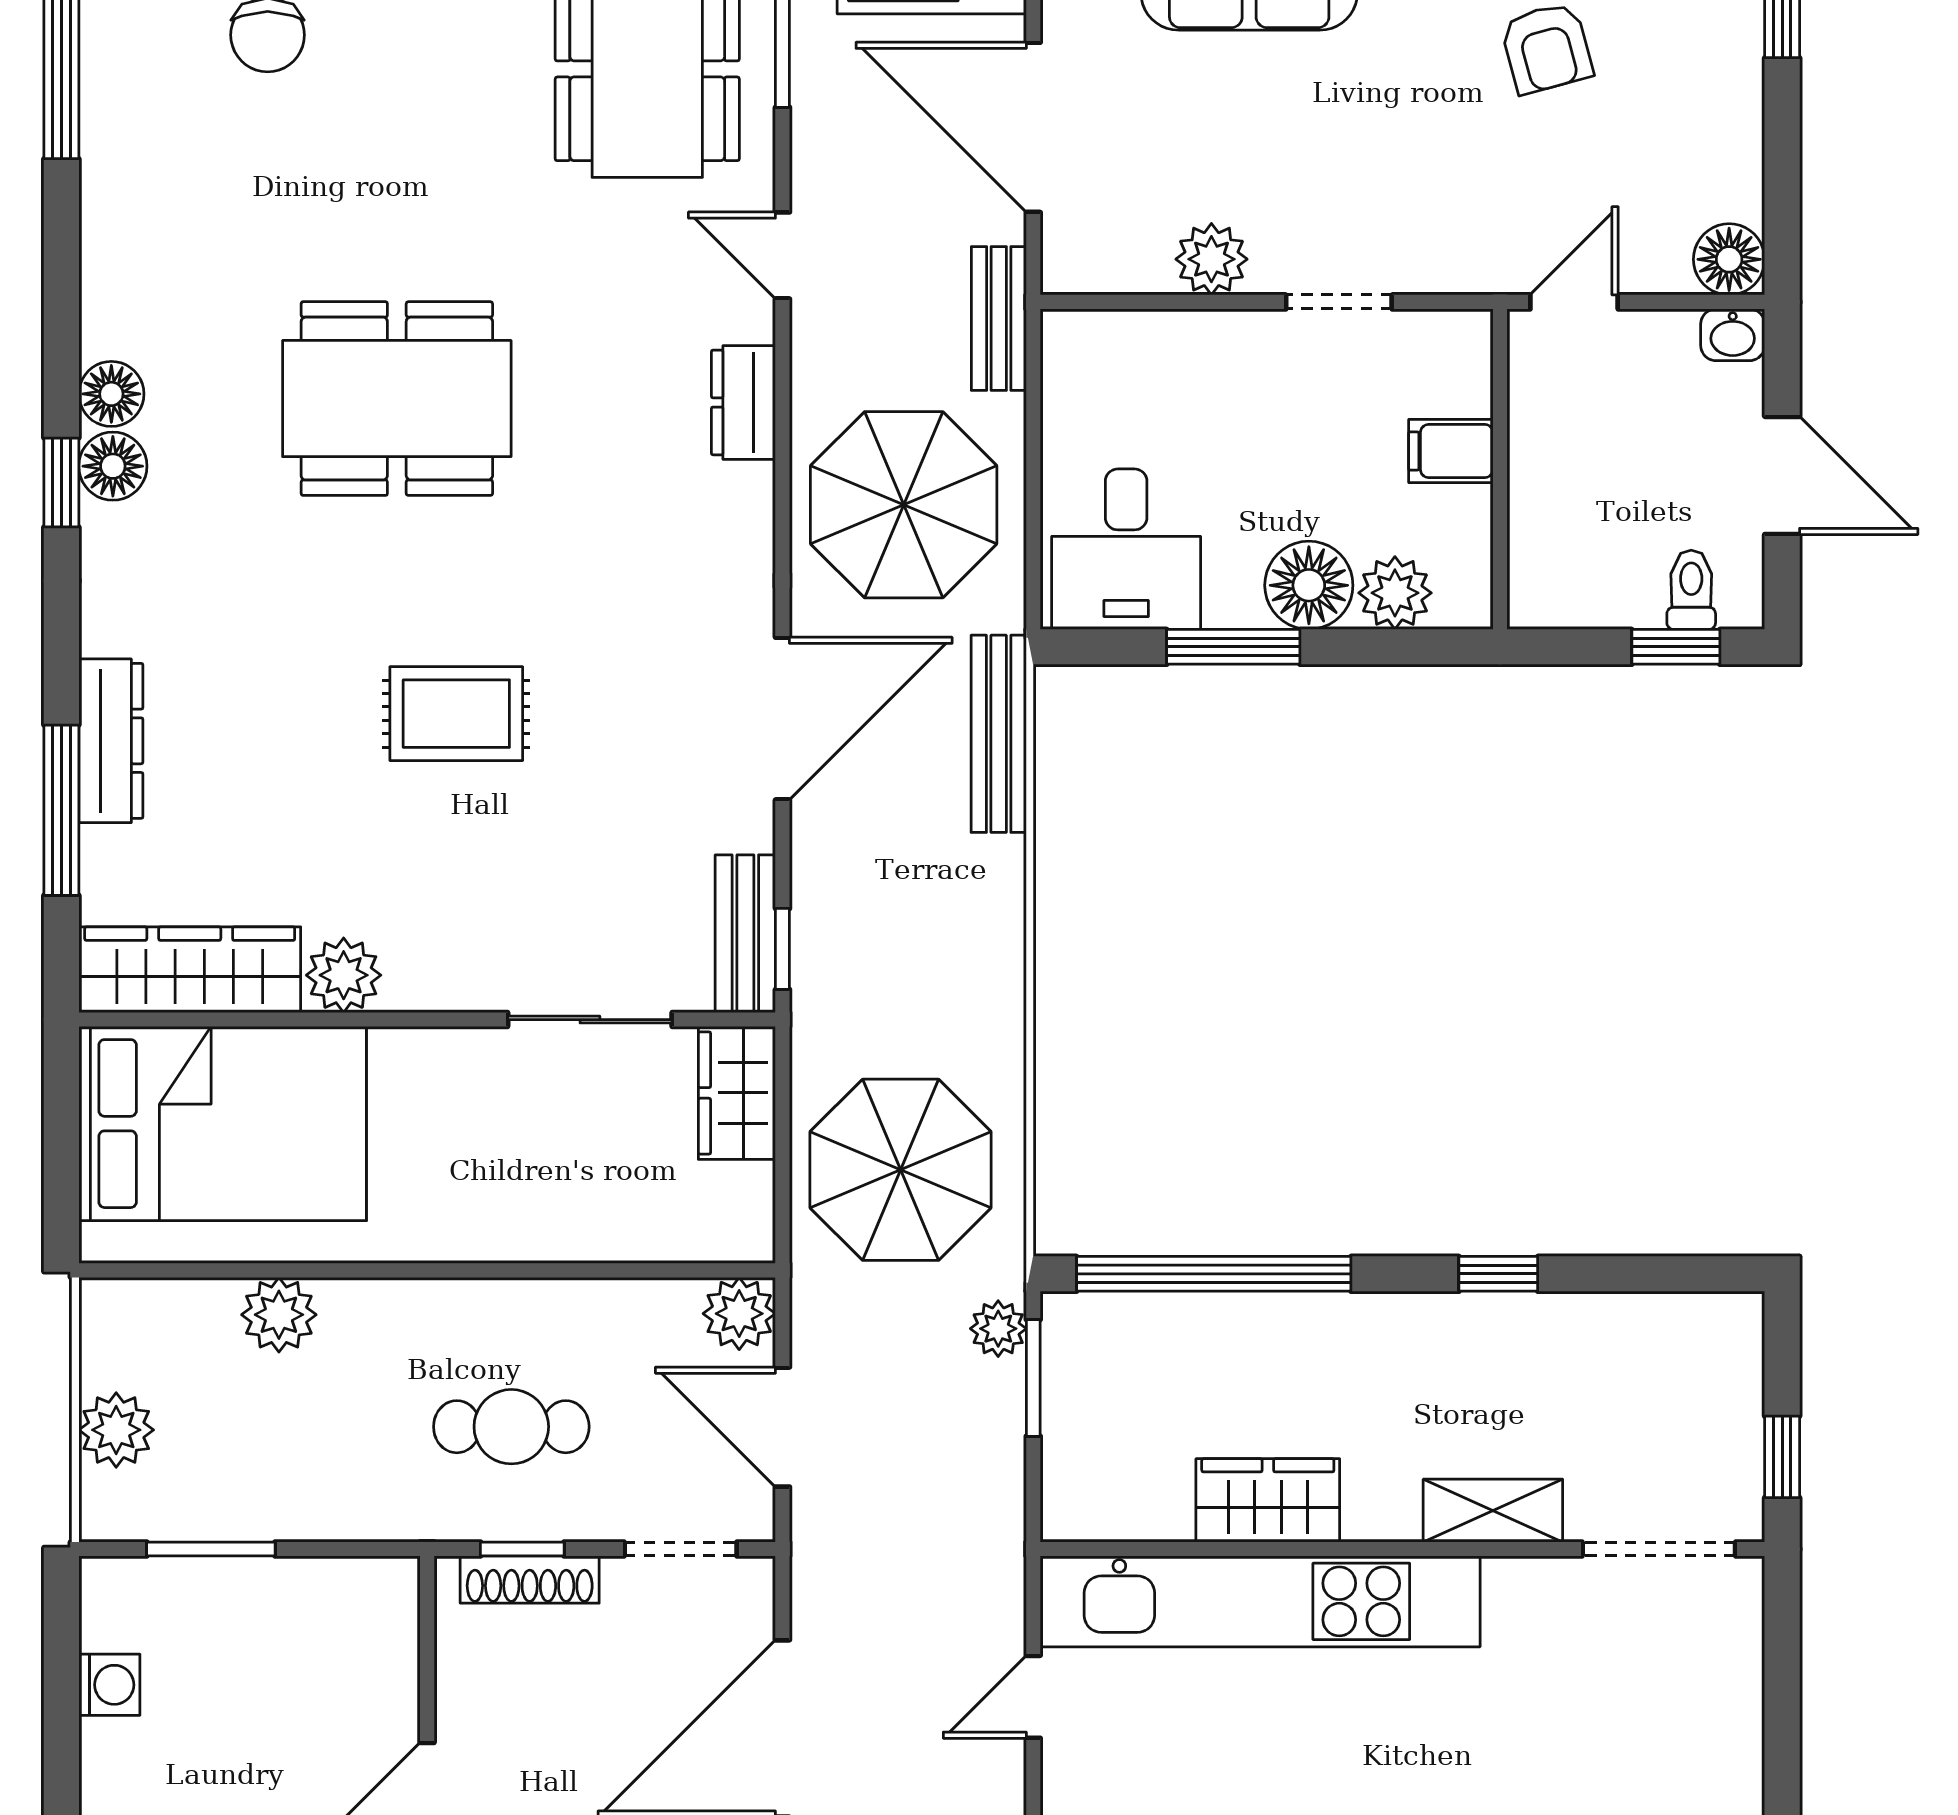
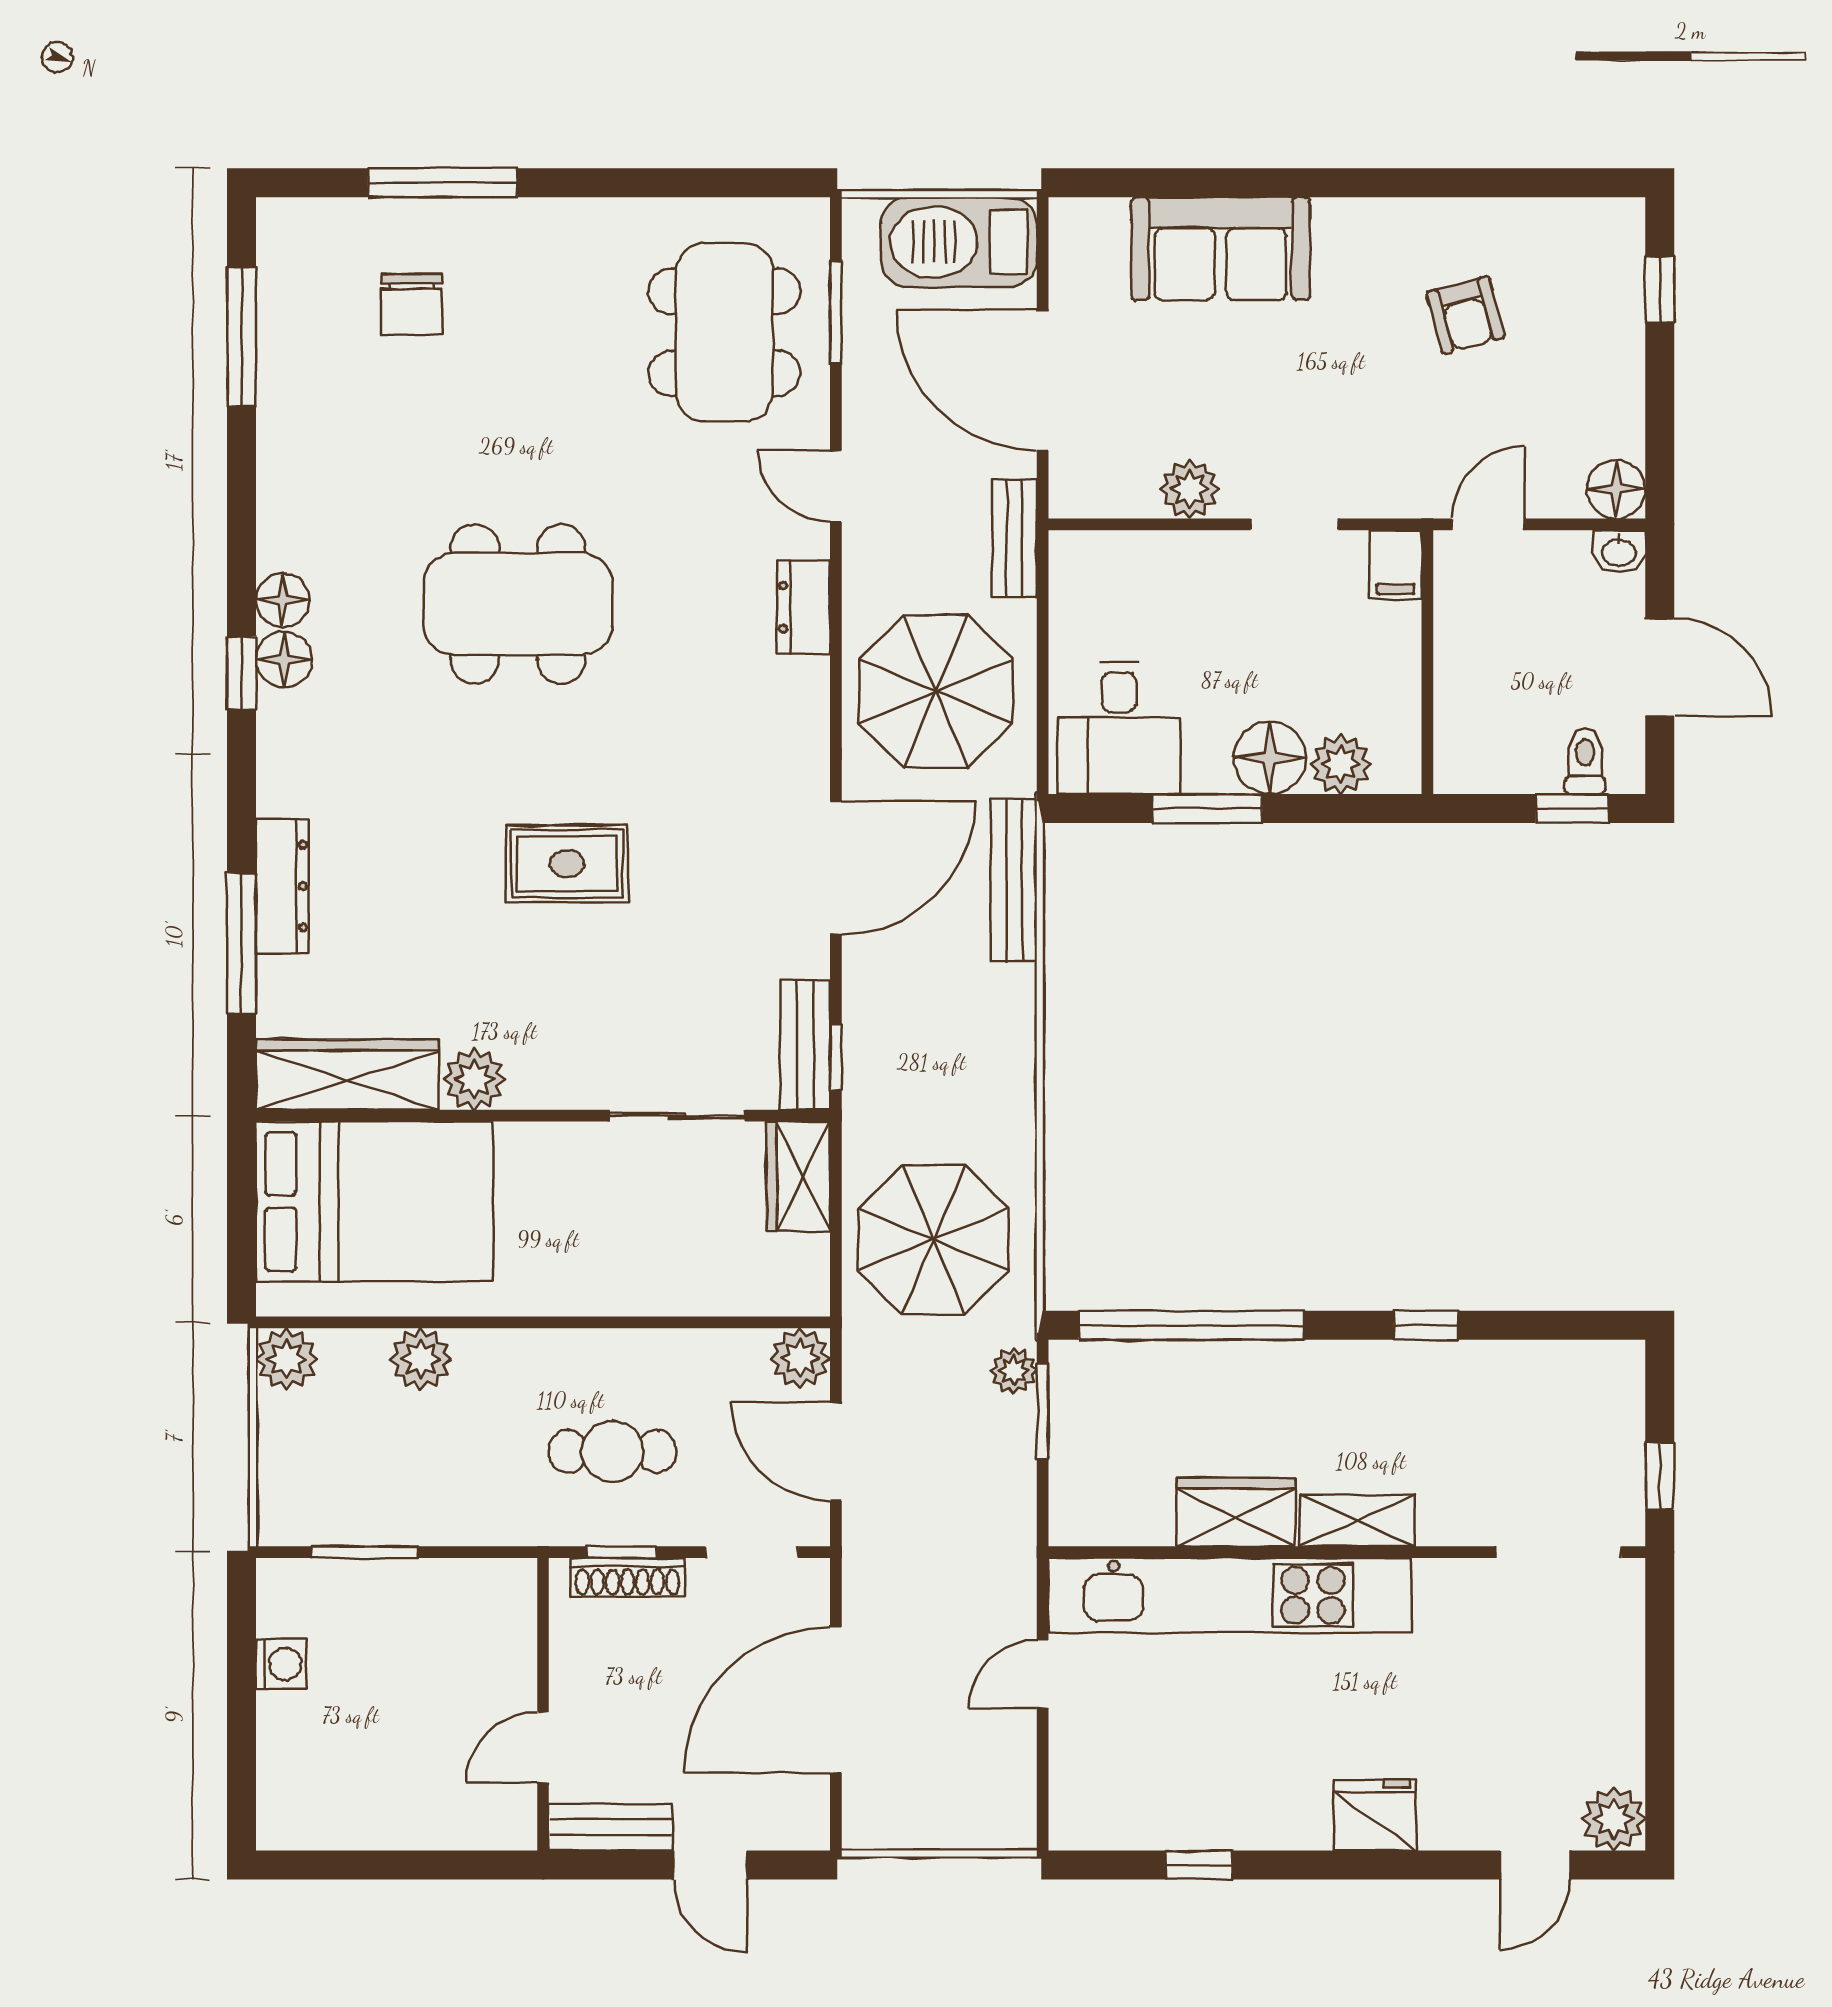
filing cabinet: (1451, 451) -> (1395, 565), moved, turned -90
plant: (116, 1430) -> (287, 1359), moved
shelving: (1493, 1511) -> (1357, 1521), moved

